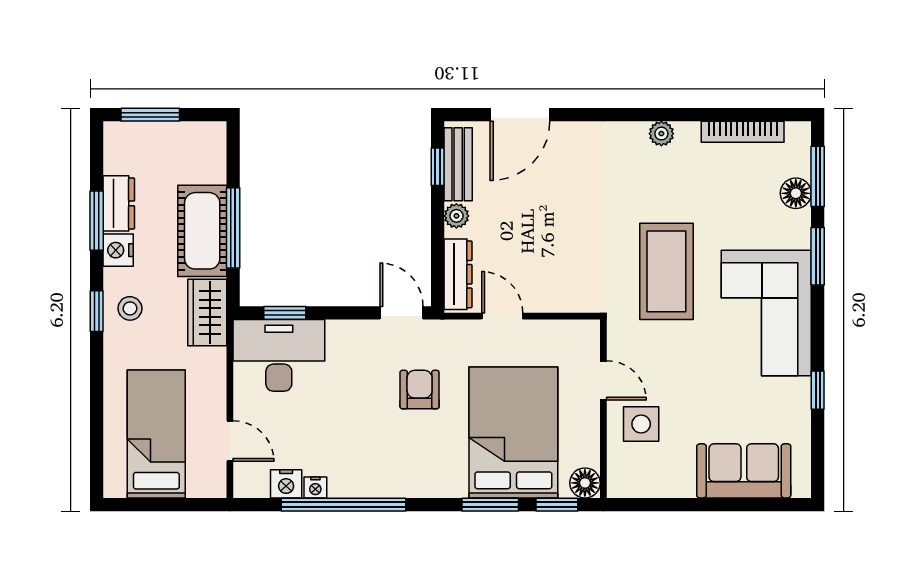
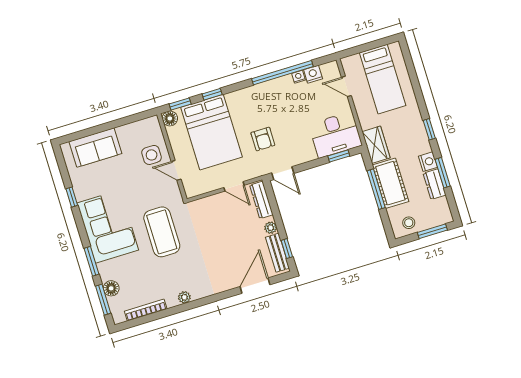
stool: (130, 308) -> (409, 223), moved
window: (490, 505) -> (212, 94), width x0.67

